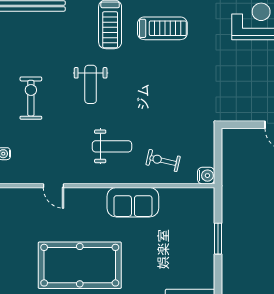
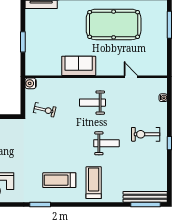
weight bench: (91, 84) -> (106, 143), turned 90
exercise bike: (31, 98) -> (146, 134), turned 90
exercise bike: (163, 161) -> (45, 110), moved

